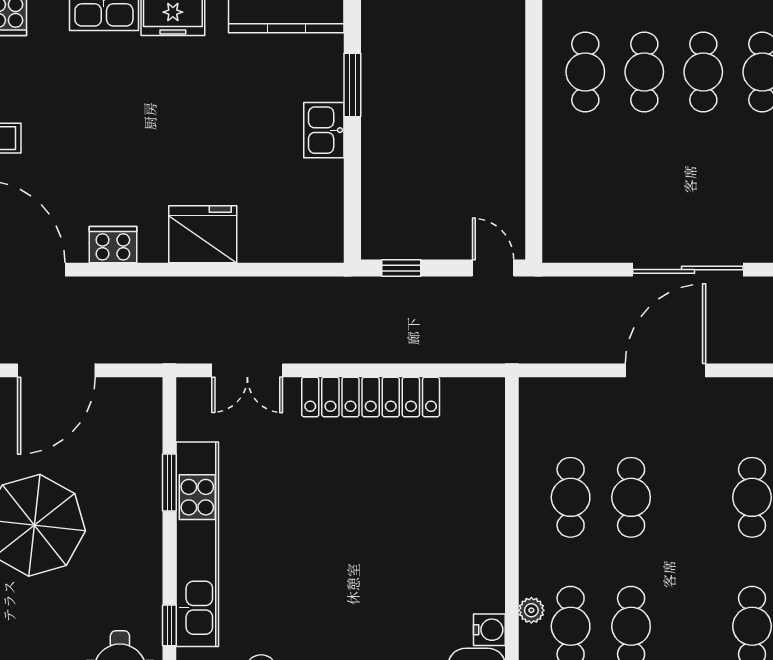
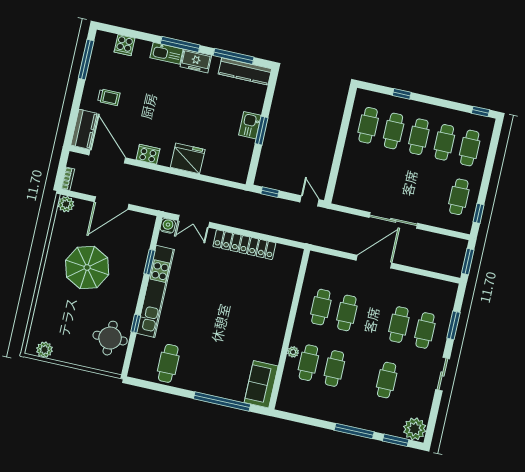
window: (352, 85) -> (262, 131), moved
water cooler: (489, 630) -> (168, 226), moved, turned -90

